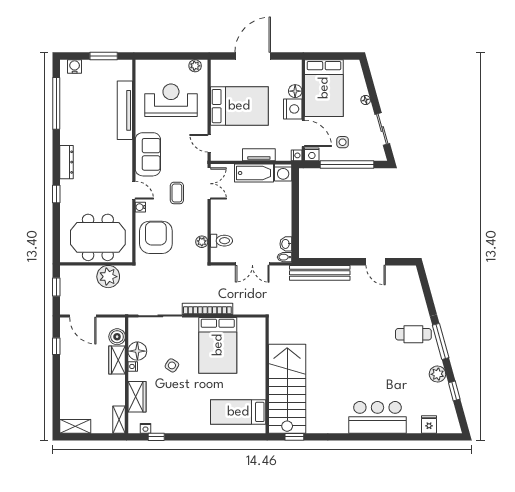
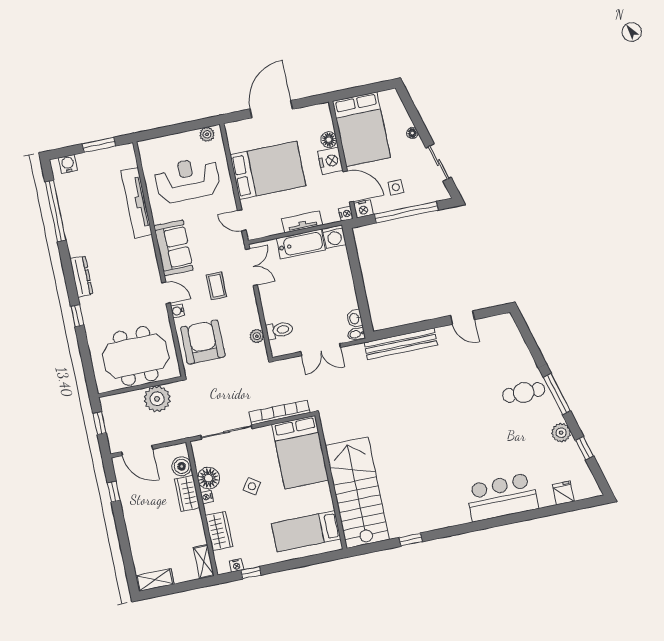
wall: (267, 375) -> (331, 482), moved
stairs: (287, 389) -> (357, 493), moved
bed: (238, 412) -> (306, 531), moved

